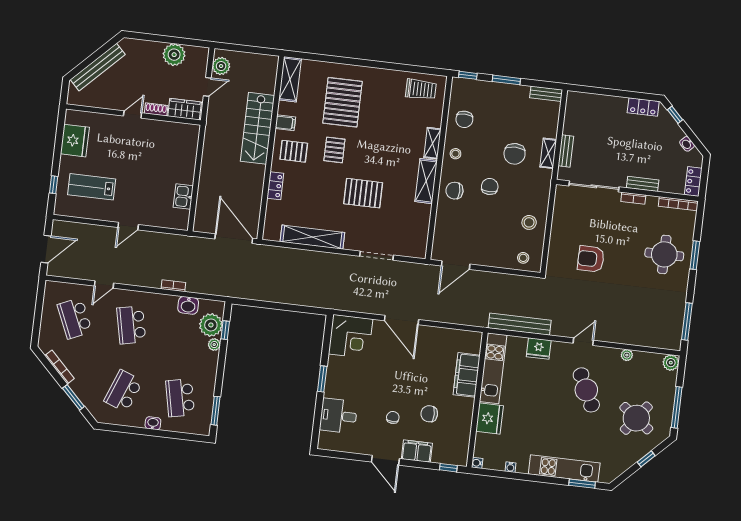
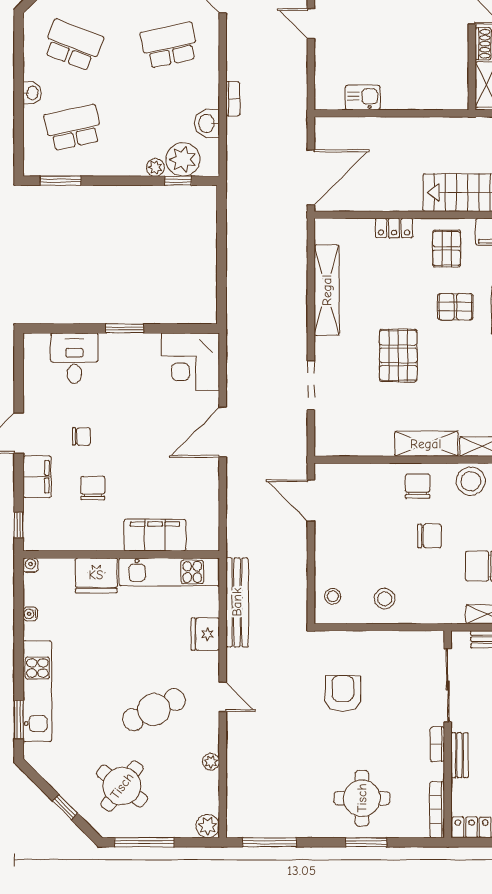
stool: (455, 154) -> (471, 481), width x1.89, depth x1.89

